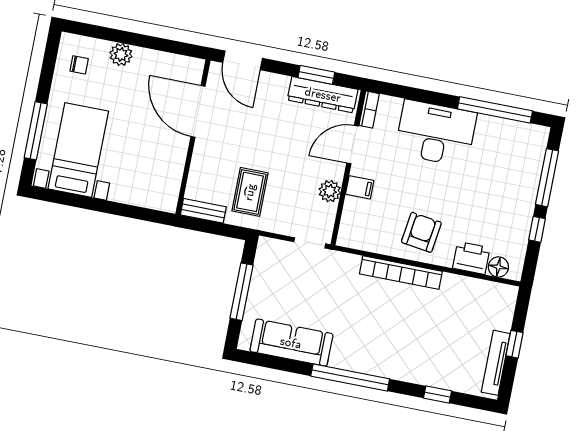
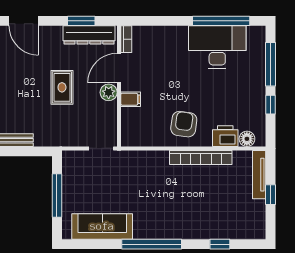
desk: (436, 133) -> (217, 47), moved
plant: (330, 191) -> (109, 92), moved
rug: (250, 192) -> (62, 87), moved
bookcase: (401, 273) -> (201, 157), moved
tv unit: (496, 363) -> (259, 175), moved

